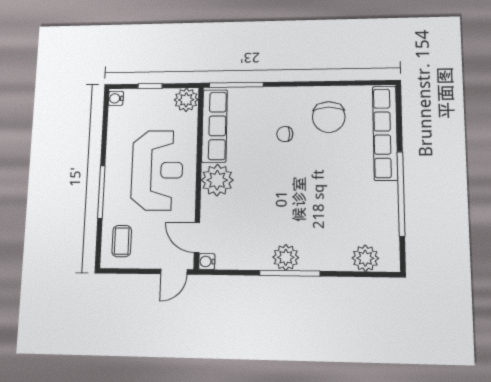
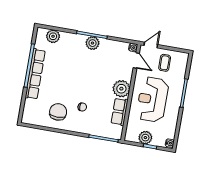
plant: (186, 100) -> (145, 138), moved
row of seats: (215, 126) -> (120, 112), width x0.68
row of seats: (385, 133) -> (35, 74), moved
coffee table: (122, 241) -> (165, 63), moved

